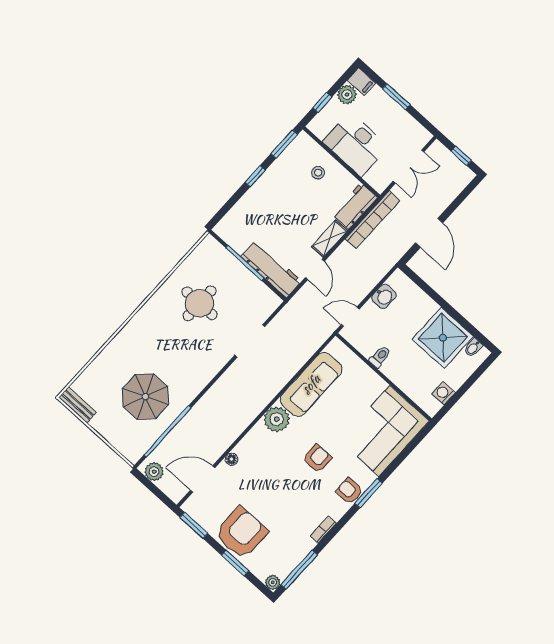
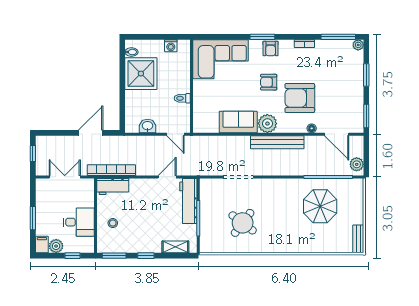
desk: (356, 144) -> (79, 222), width x0.73
shelving: (329, 239) -> (175, 247), moved
round table: (200, 303) -> (243, 223), turned 37
sofa: (311, 384) -> (238, 122), width x0.73
bench: (249, 412) -> (277, 142), added
armchair: (241, 533) -> (300, 98), moved

